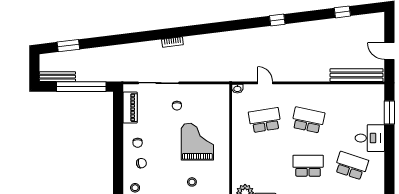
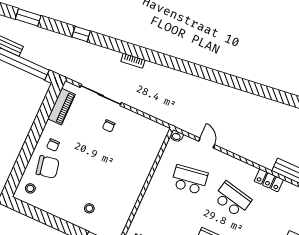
window: (277, 20) -> (81, 34), moved
locker: (331, 91) -> (269, 180), added
grand piano: (197, 142) -> (113, 171), removed
chair: (141, 163) -> (48, 167), width x1.87, depth x1.87

